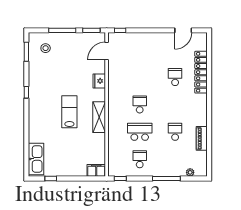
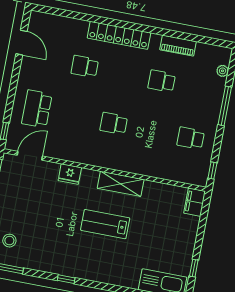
door: (107, 51) -> (30, 156), swing flipped
locker: (201, 72) -> (119, 35), moved
school desk: (140, 132) -> (37, 109), moved

